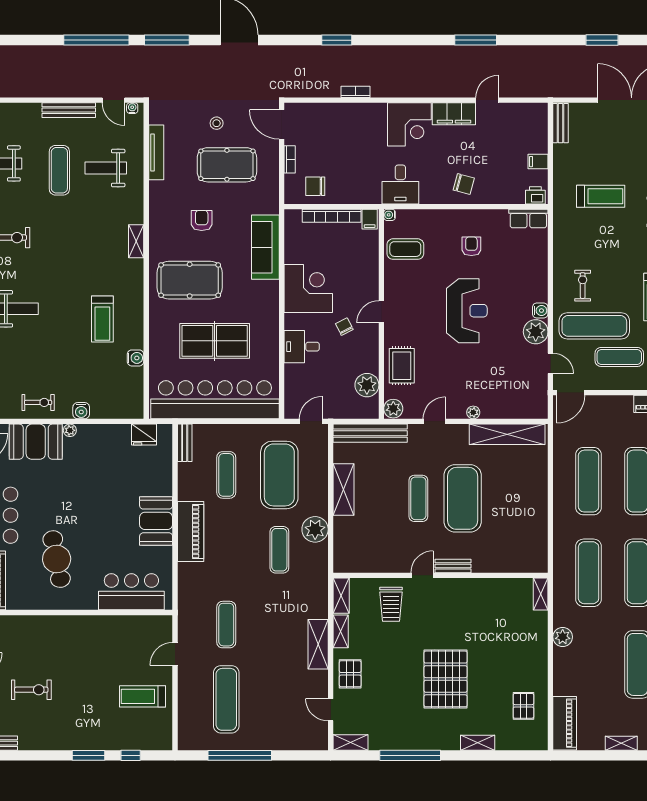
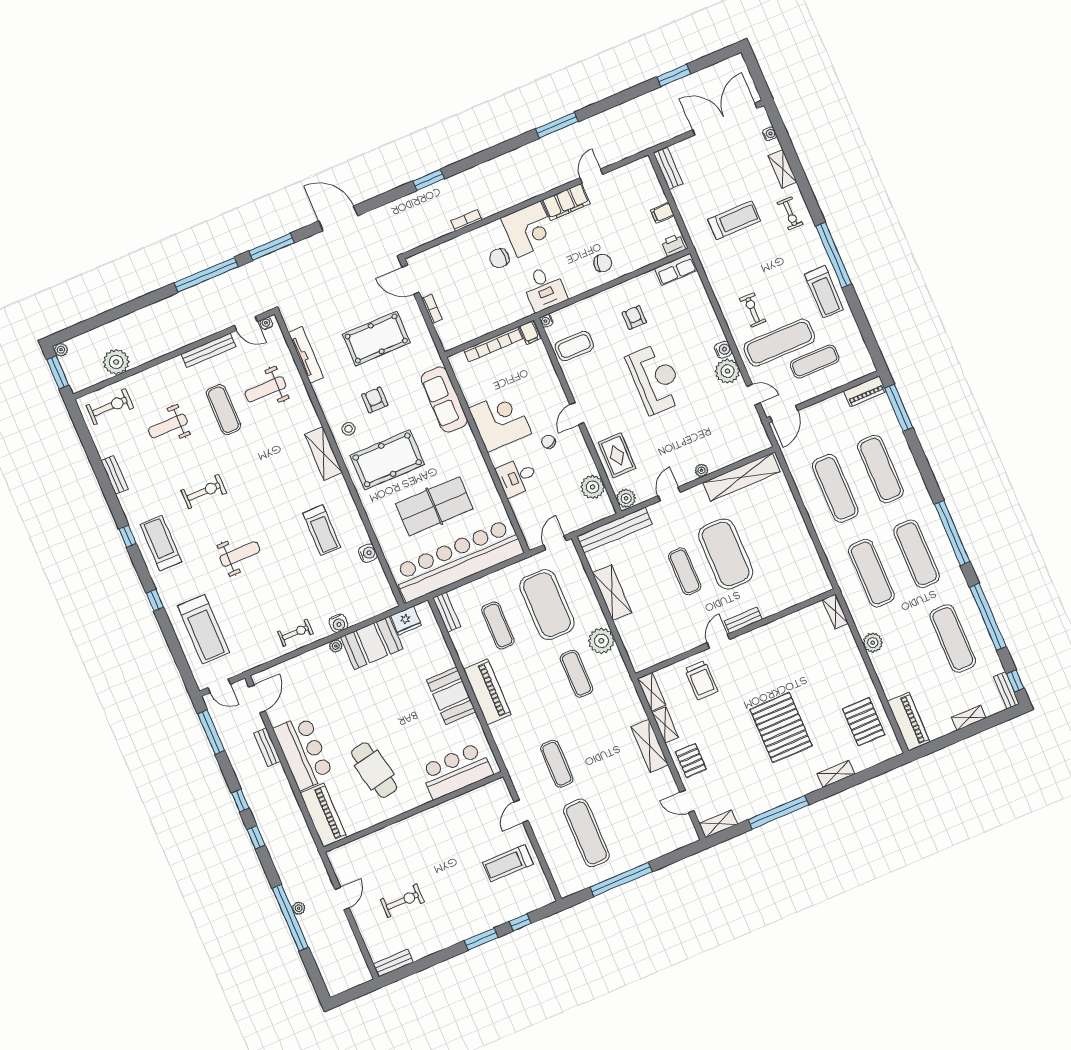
stool: (217, 123) -> (349, 429), moved
chair: (315, 186) -> (499, 258), moved
shelving: (136, 241) -> (323, 454), width x1.50, depth x1.33
booth: (36, 442) -> (372, 643), moved
pallet: (523, 706) -> (864, 722), width x1.50, depth x1.42

